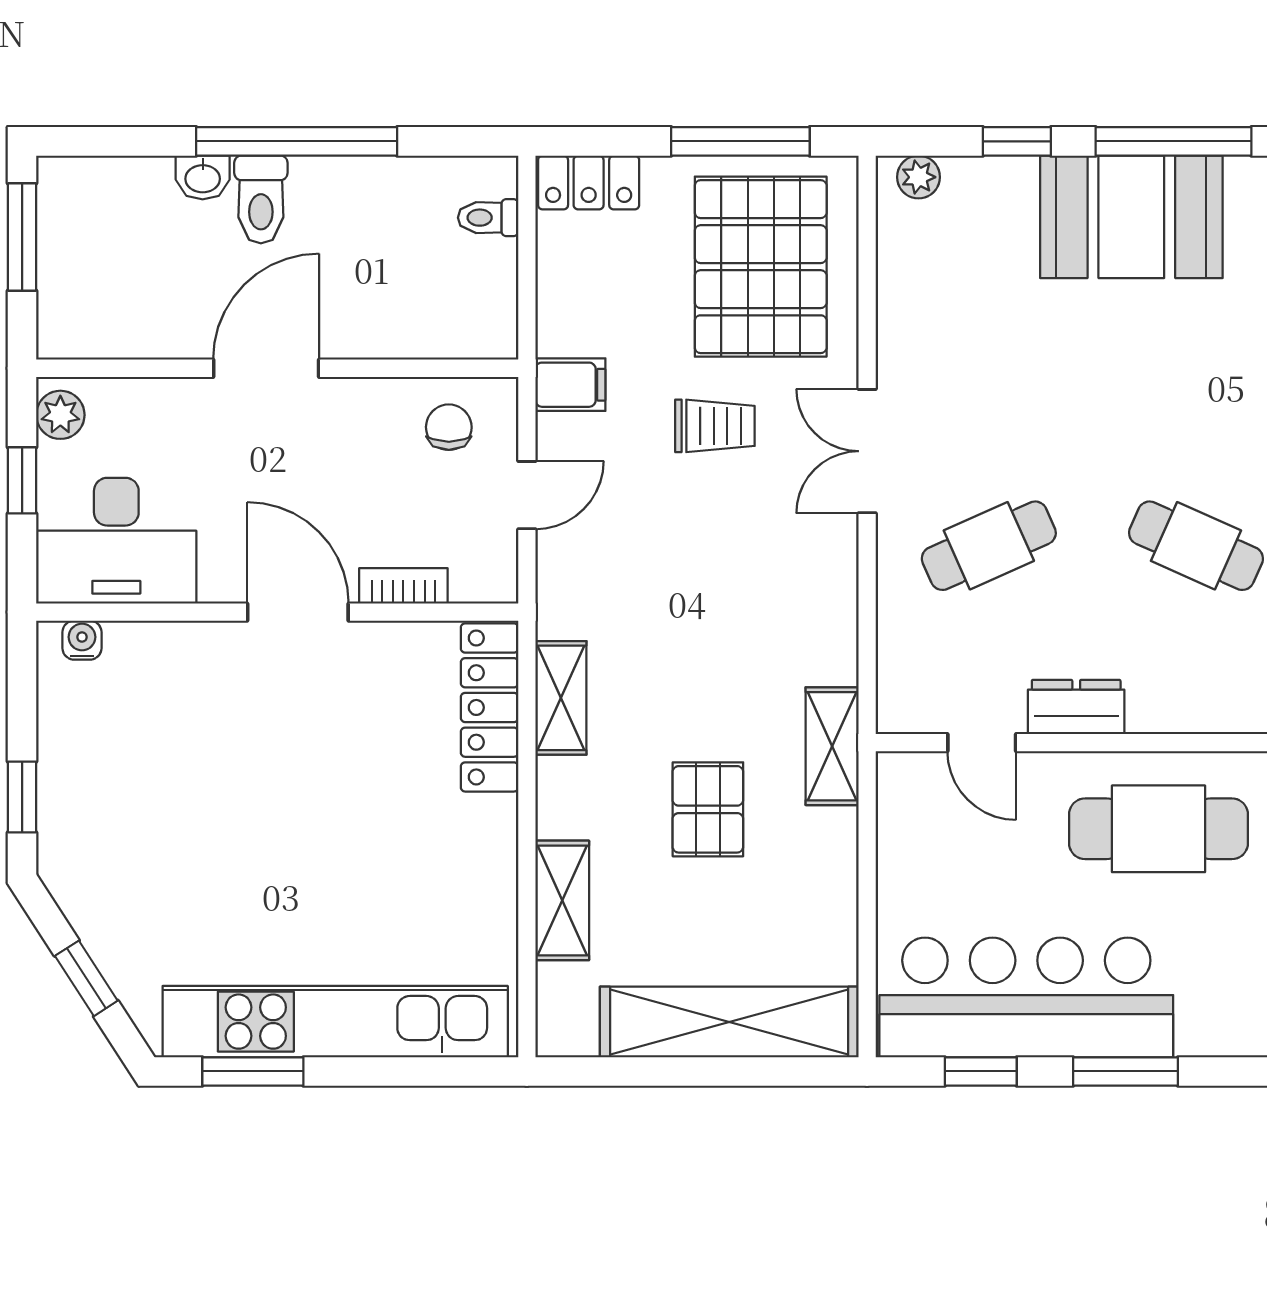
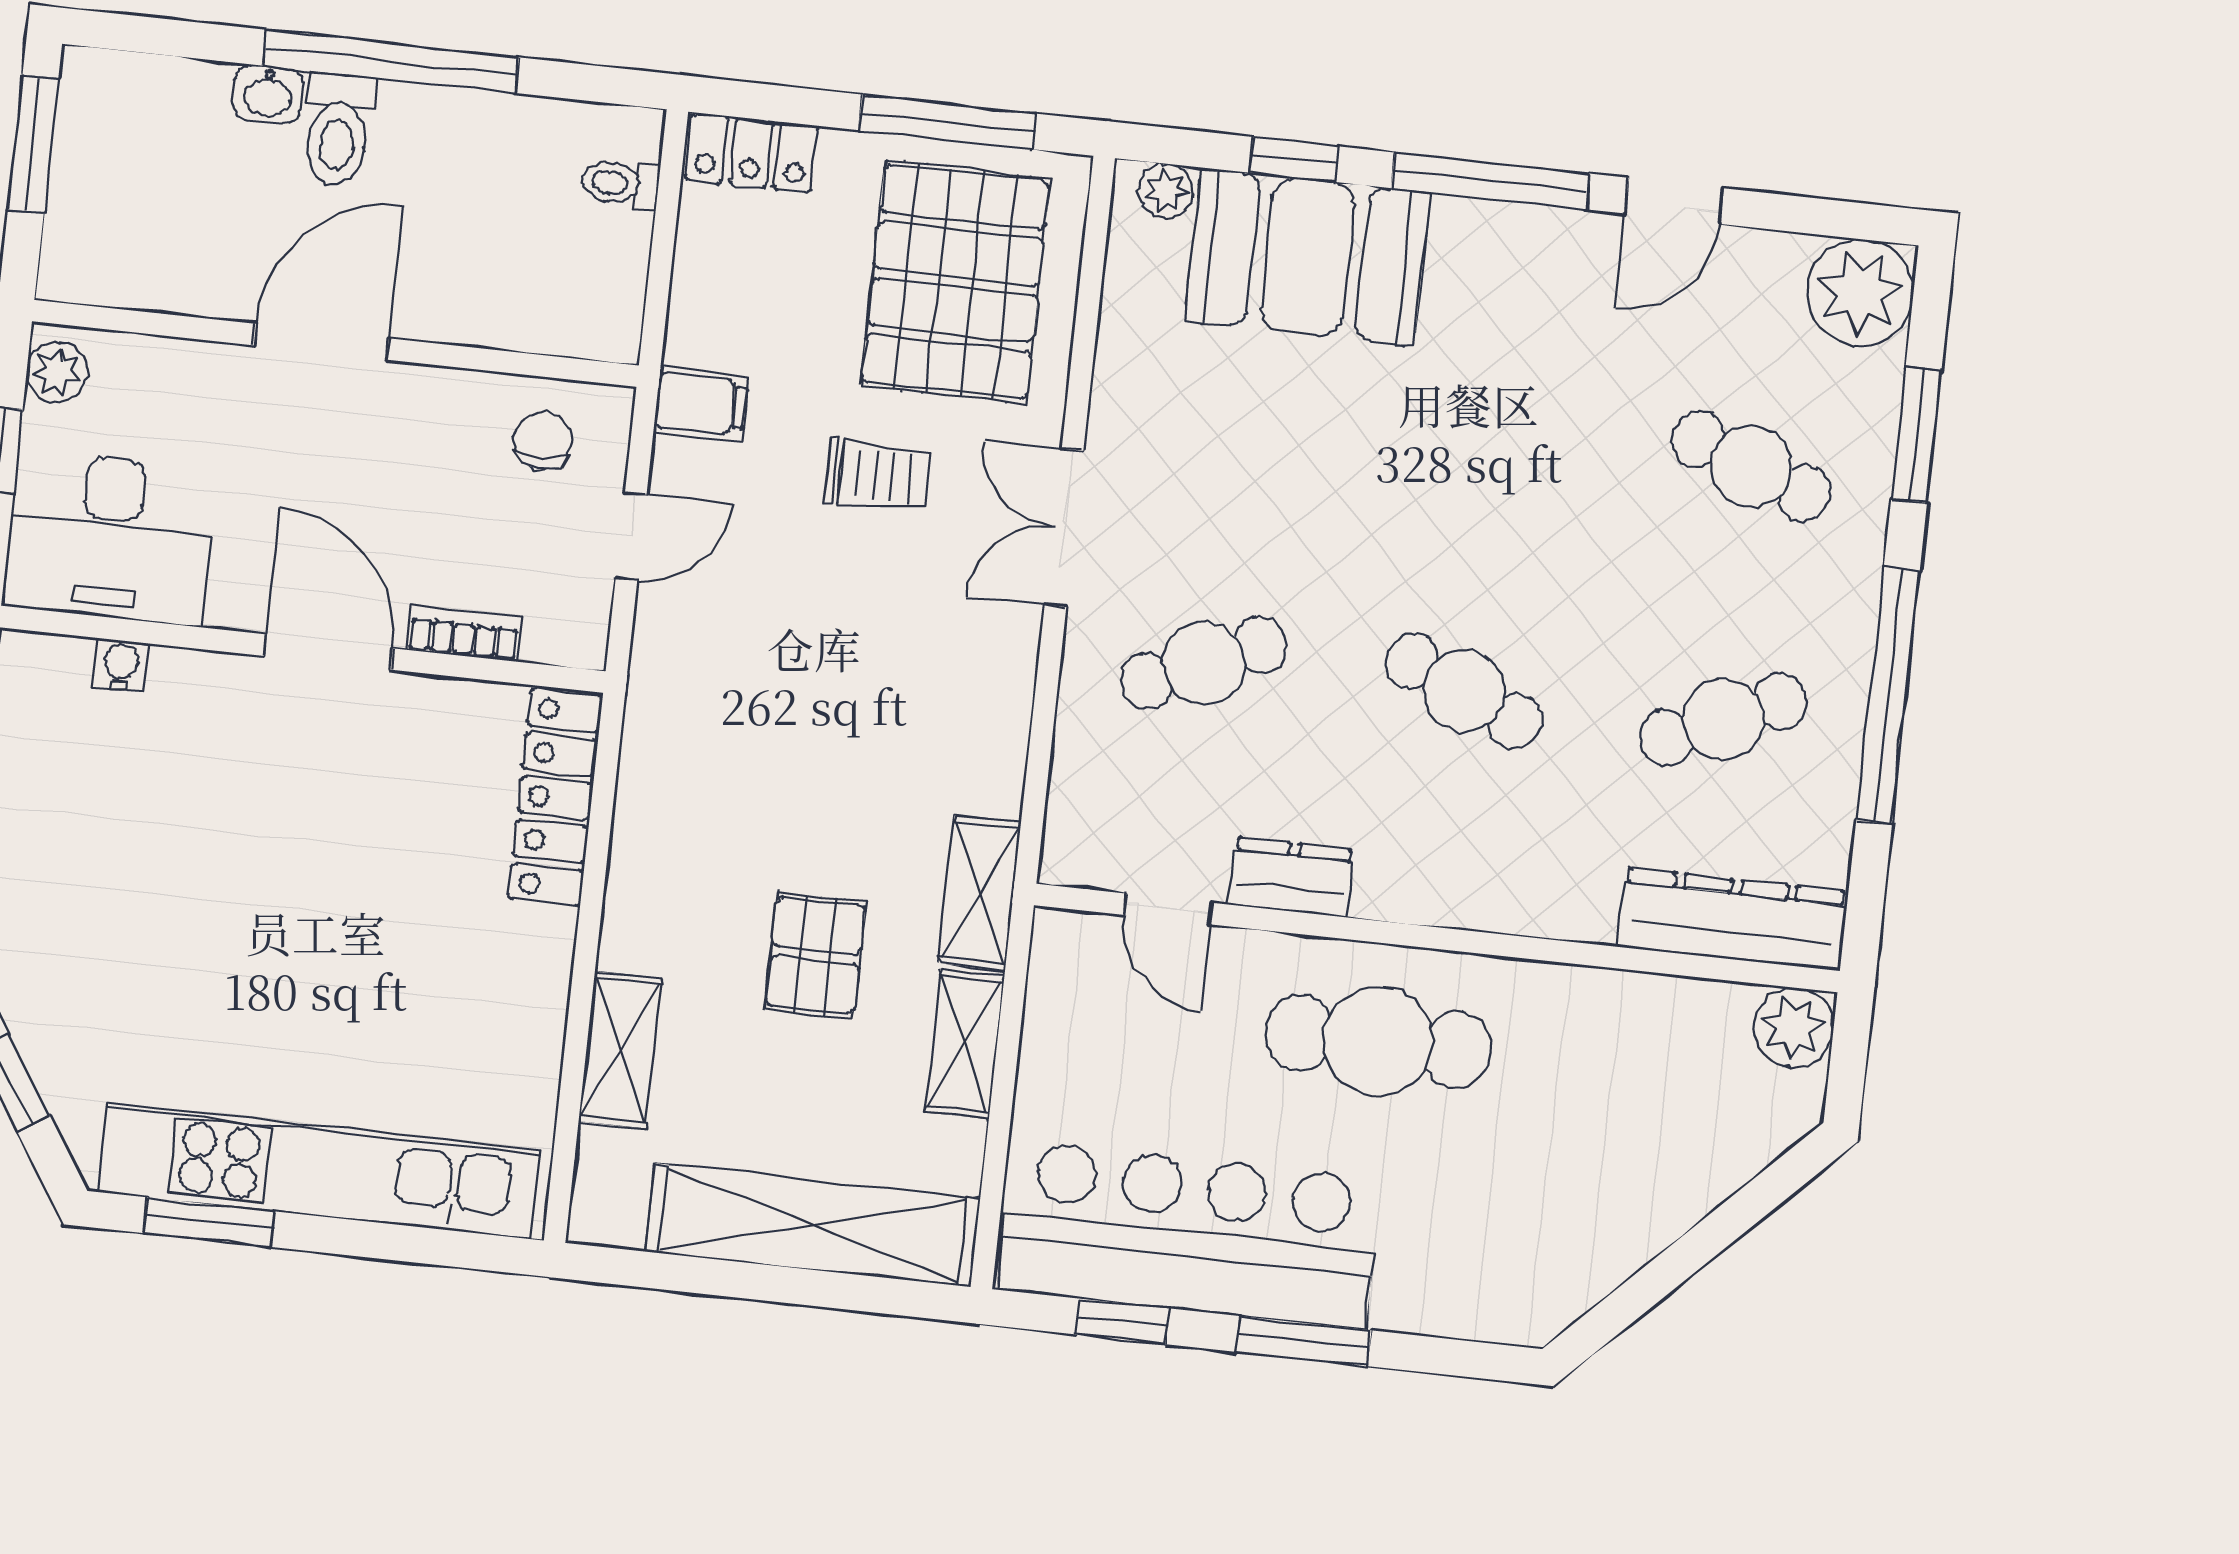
booth: (1131, 217) -> (1308, 257), moved
water cooler: (82, 640) -> (121, 665), moved
shelving: (561, 698) -> (965, 1044), moved

